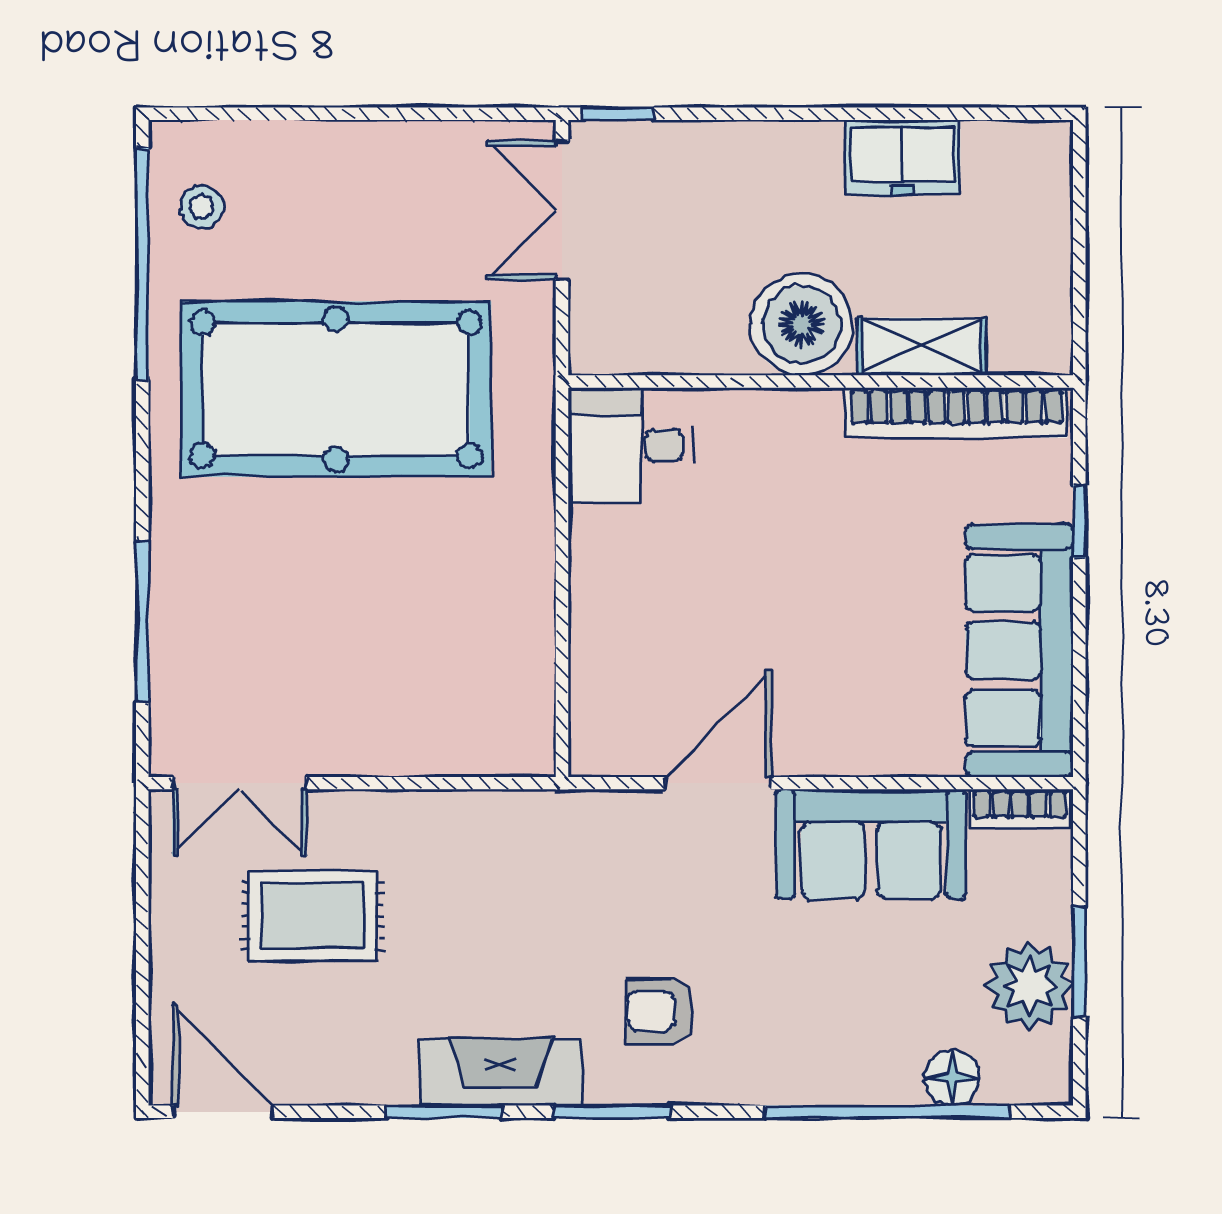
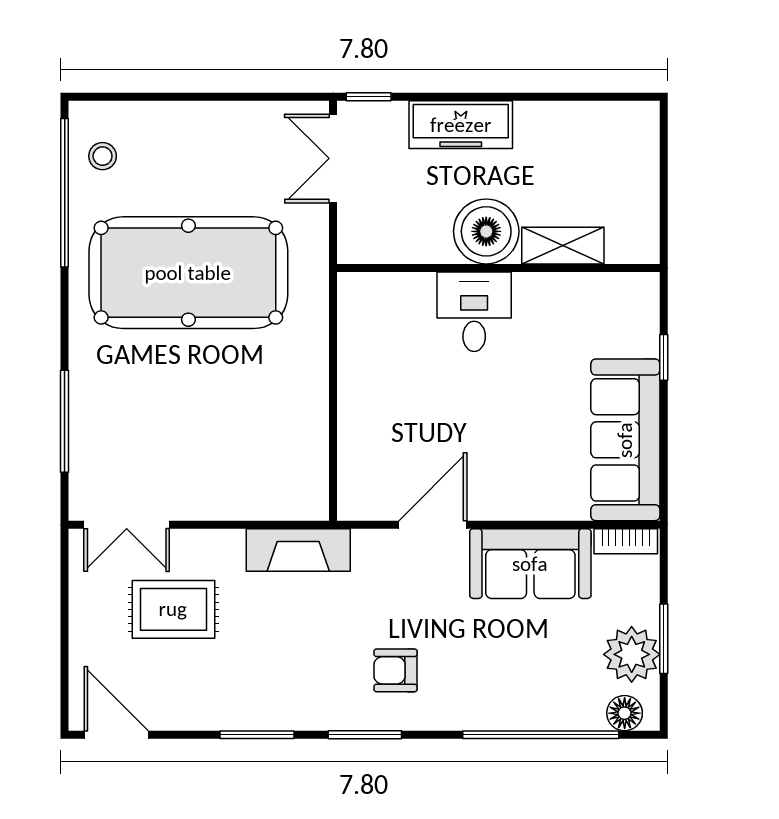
freezer: (903, 157) -> (461, 125), moved, width x1.40
bookcase: (956, 413) -> (585, 288), removed
desk: (631, 445) -> (474, 312), moved, turned 90
fireplace: (501, 1072) -> (298, 550), moved, turned 180
floor lamp: (952, 1078) -> (625, 713), moved

